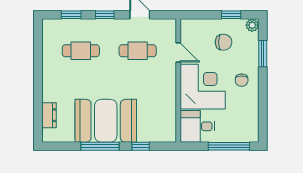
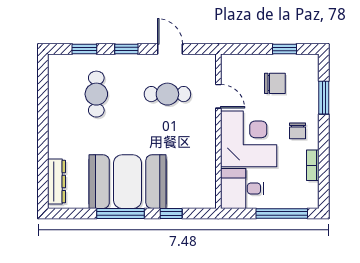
plant: (252, 25) -> (311, 62), removed
cafe table: (81, 51) -> (96, 94), turned 90
bookcase: (254, 108) -> (313, 165), added
dresser: (49, 115) -> (57, 182), width x1.44

